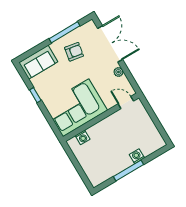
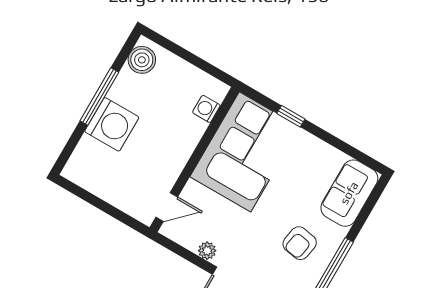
window: (35, 95) -> (291, 116), moved
washing machine: (137, 156) -> (112, 124), width x1.89, depth x1.89
boiler: (100, 177) -> (142, 60), added

